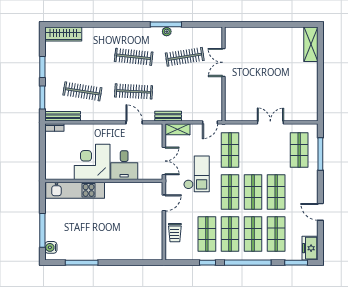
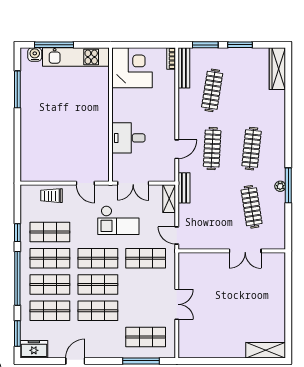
double door: (224, 62) -> (245, 251), swing flipped
corner desk: (92, 162) -> (132, 68), moved
kitchen unit: (75, 190) -> (76, 57), moved, turned -90

